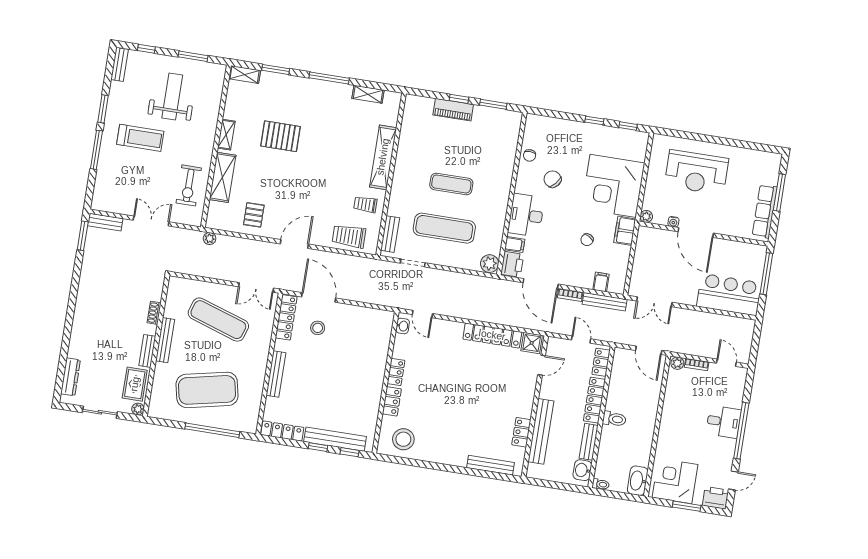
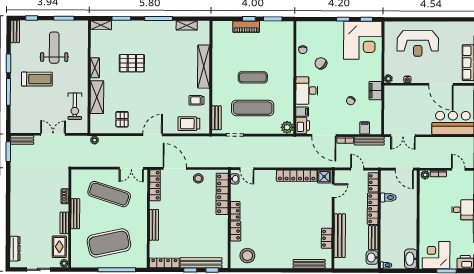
corner desk: (613, 186) -> (363, 40), moved, turned -90
door: (696, 232) -> (441, 84), moved
stool: (318, 328) -> (198, 178), moved
locker: (381, 345) -> (222, 194), added
toilet: (614, 419) -> (388, 197), moved

